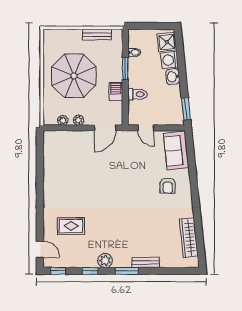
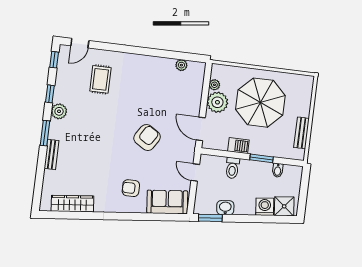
washbasin: (173, 77) -> (225, 208), moved
plant: (79, 120) -> (217, 102), width x1.87, depth x1.87
door: (146, 128) -> (195, 173), hinge flipped
plant: (48, 153) -> (181, 65), added
armchair: (119, 176) -> (147, 138), added

